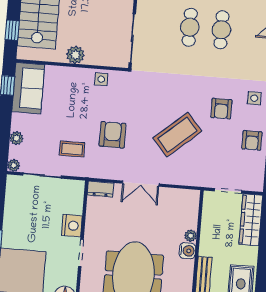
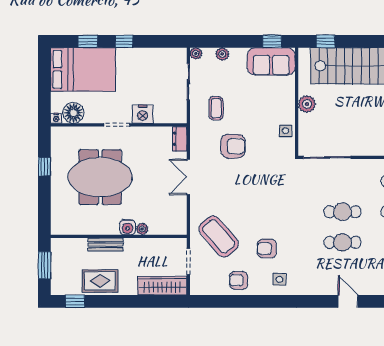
coffee table: (177, 135) -> (219, 236), moved

